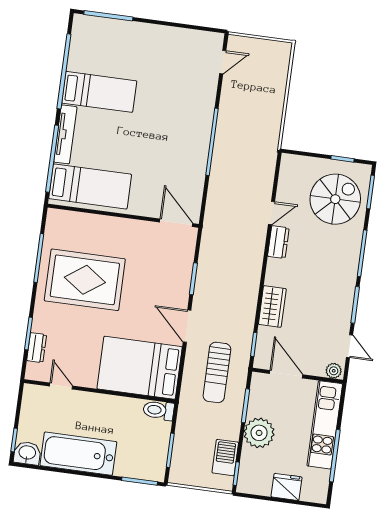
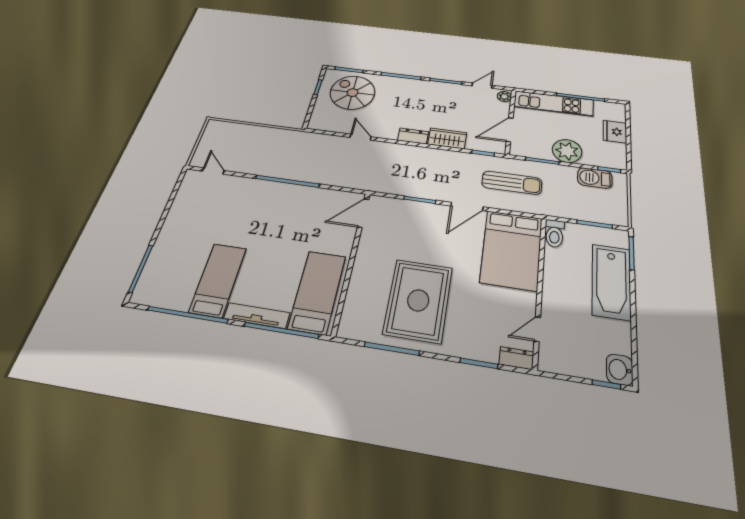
dresser: (278, 242) -> (413, 136), moved
dresser: (37, 348) -> (516, 358), moved
bathtub: (78, 454) -> (611, 281), moved

